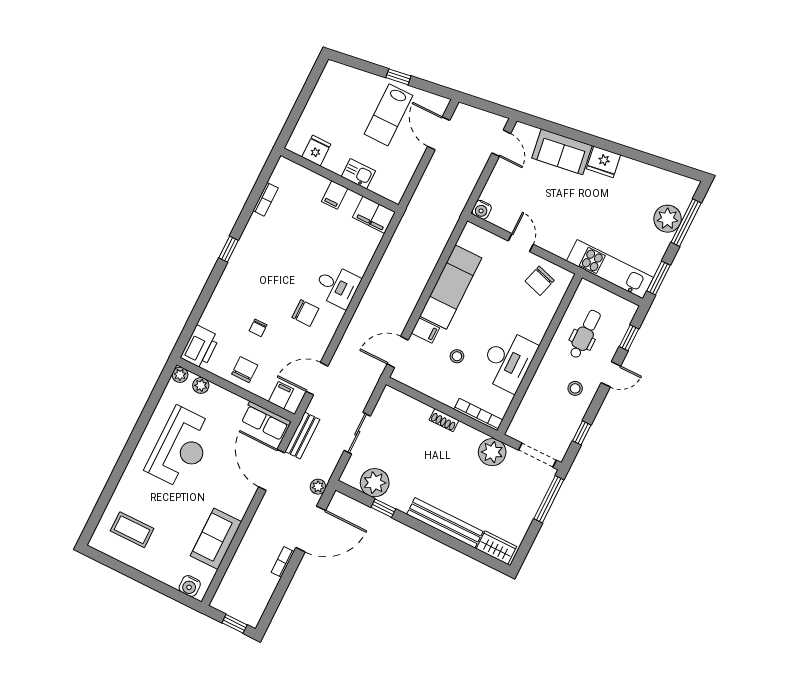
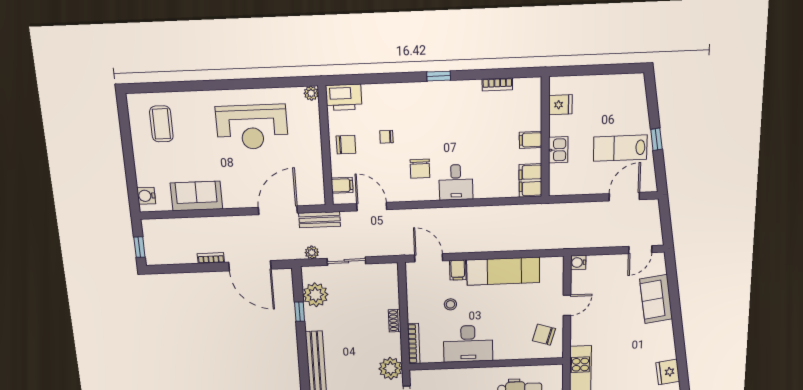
fridge: (603, 162) -> (668, 372), moved
plant: (201, 385) -> (312, 115), removed
row of seats: (266, 421) -> (314, 184), removed
plant: (318, 487) -> (312, 252), moved

